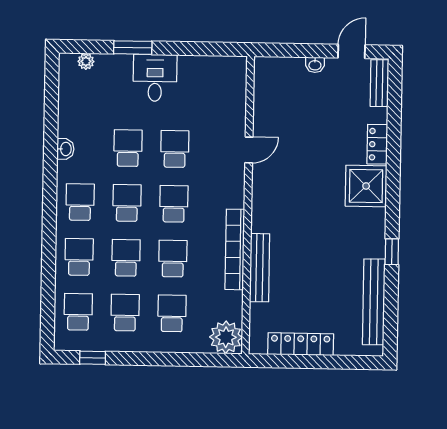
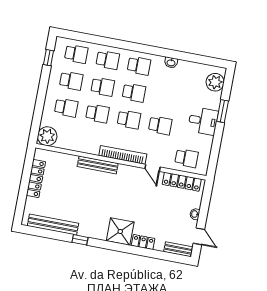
plant: (86, 61) -> (215, 82), width x1.88, depth x1.88
locker: (264, 96) -> (182, 182), added
school desk: (128, 148) -> (187, 158), moved
bookcase: (235, 249) -> (123, 155), moved
bench: (260, 268) -> (98, 165), moved

